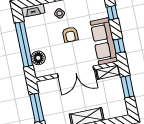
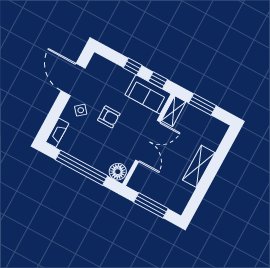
window: (112, 13) -> (133, 67), moved
sofa: (104, 41) -> (148, 94), width x0.73
floor lamp: (38, 58) -> (118, 172), moved

